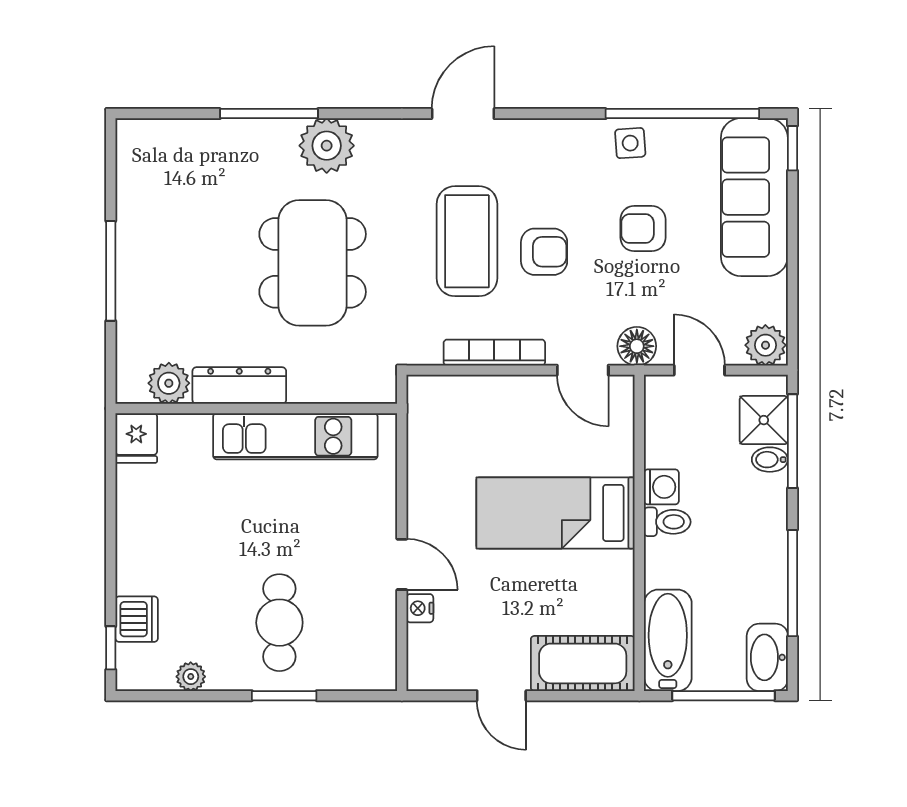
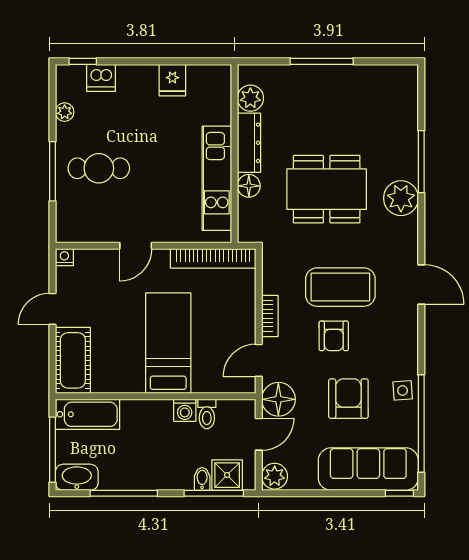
armchair: (643, 229) -> (348, 399), width x1.38, depth x1.38
floor lamp: (637, 346) -> (278, 399), width x1.38, depth x1.38
bookcase: (494, 353) -> (270, 316), width x0.64
floor lamp: (307, 386) -> (249, 186), added
fridge: (136, 438) -> (172, 80), moved, turned -90
bookcase: (422, 442) -> (213, 258), added
toilet: (667, 522) -> (207, 414), moved
nightstand: (420, 608) -> (64, 257), moved
window: (284, 696) -> (52, 171), width x1.44

